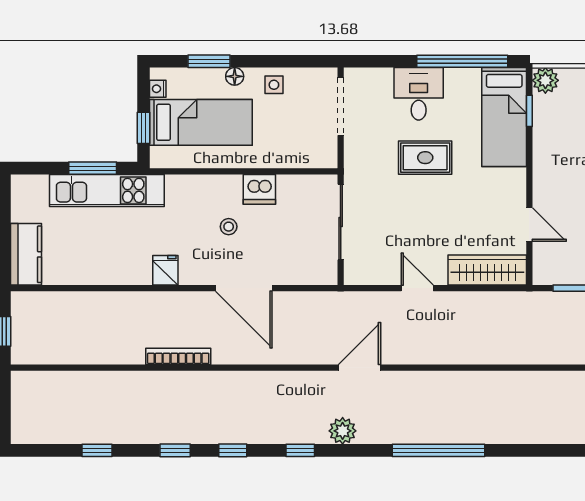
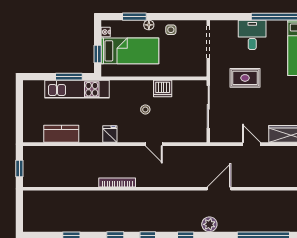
rug: (425, 158) -> (245, 78), moved
kitchen counter: (26, 254) -> (61, 134), moved, turned -90
door: (244, 288) -> (154, 144), width x0.53

